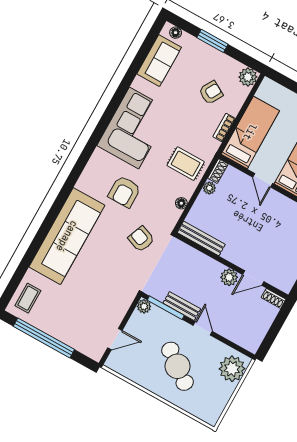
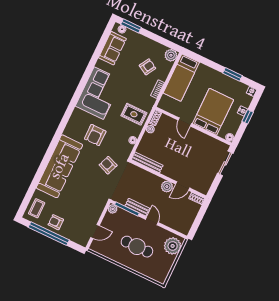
window: (212, 41) -> (131, 26), moved
bed: (250, 132) -> (181, 78), moved, turned 180
armchair: (56, 321) -> (56, 222), added
cafe table: (177, 366) -> (137, 247), turned -37

